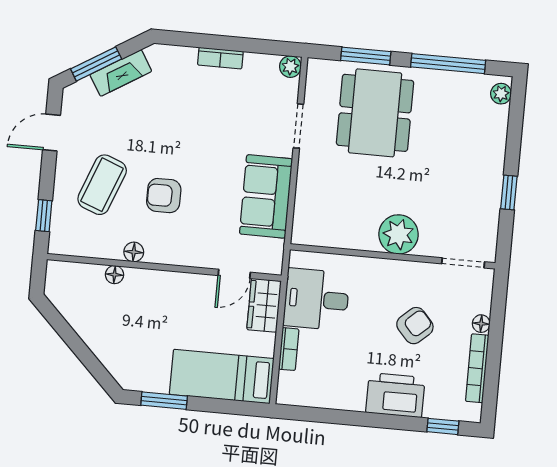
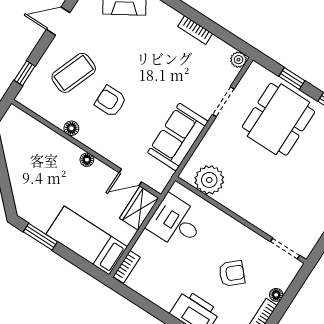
window: (366, 56) -> (292, 79), width x0.67
plant: (399, 234) -> (209, 180), moved
floor lamp: (114, 275) -> (87, 160), moved
bookcase: (289, 349) -> (127, 267), moved

